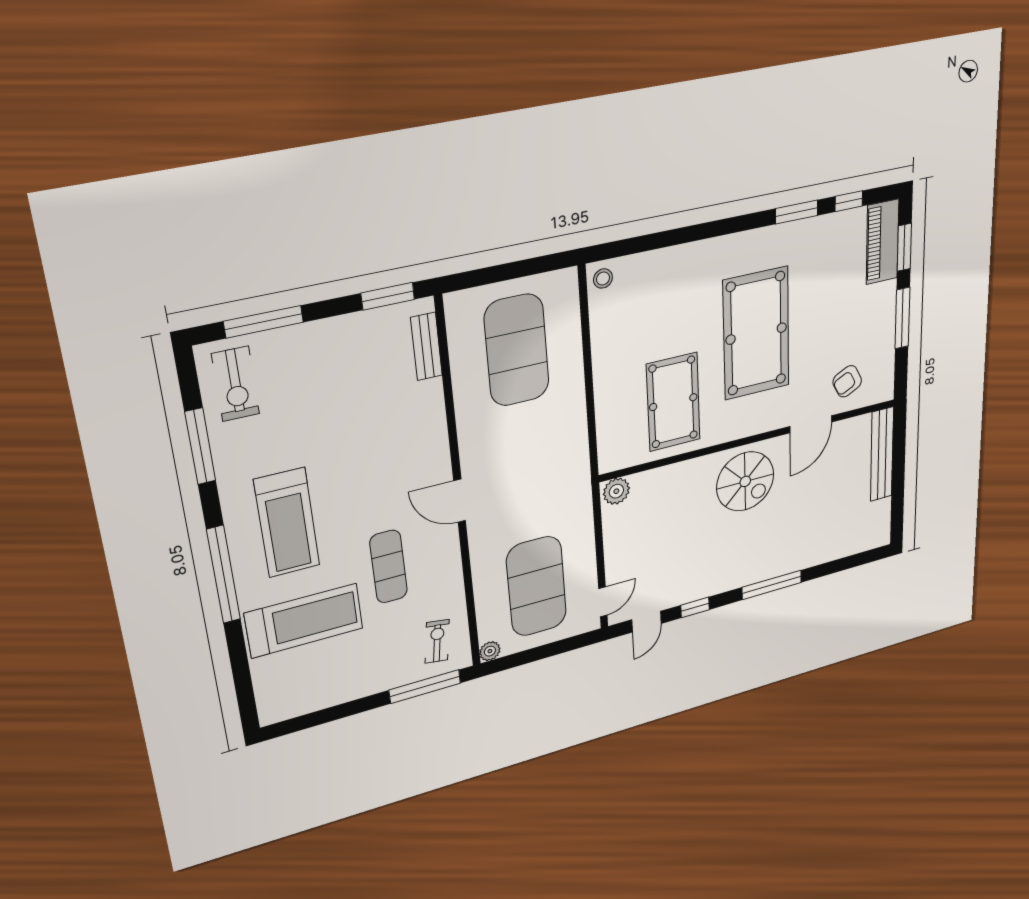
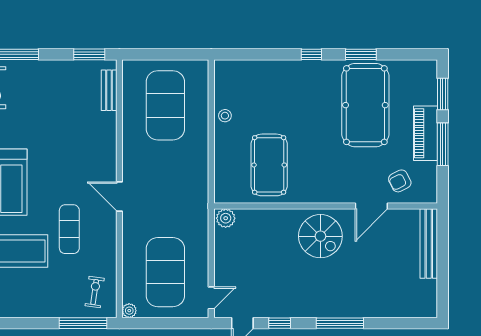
window: (849, 201) -> (311, 54), moved
piano: (883, 242) -> (426, 133), moved
stool: (603, 279) -> (225, 116), moved
pool table: (756, 334) -> (365, 105), moved

